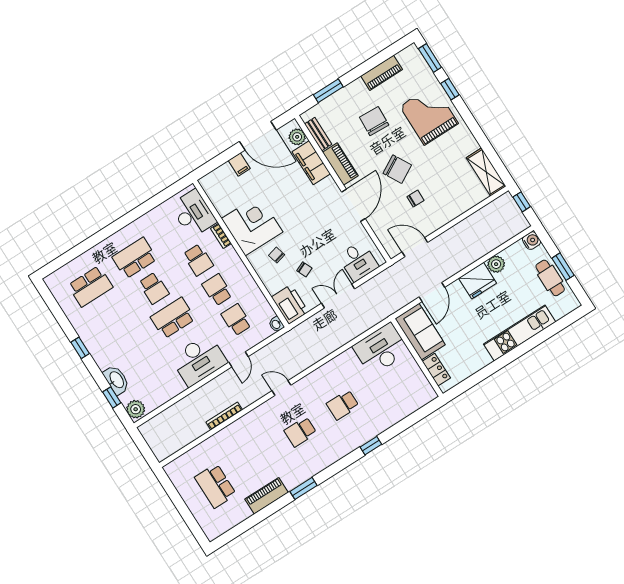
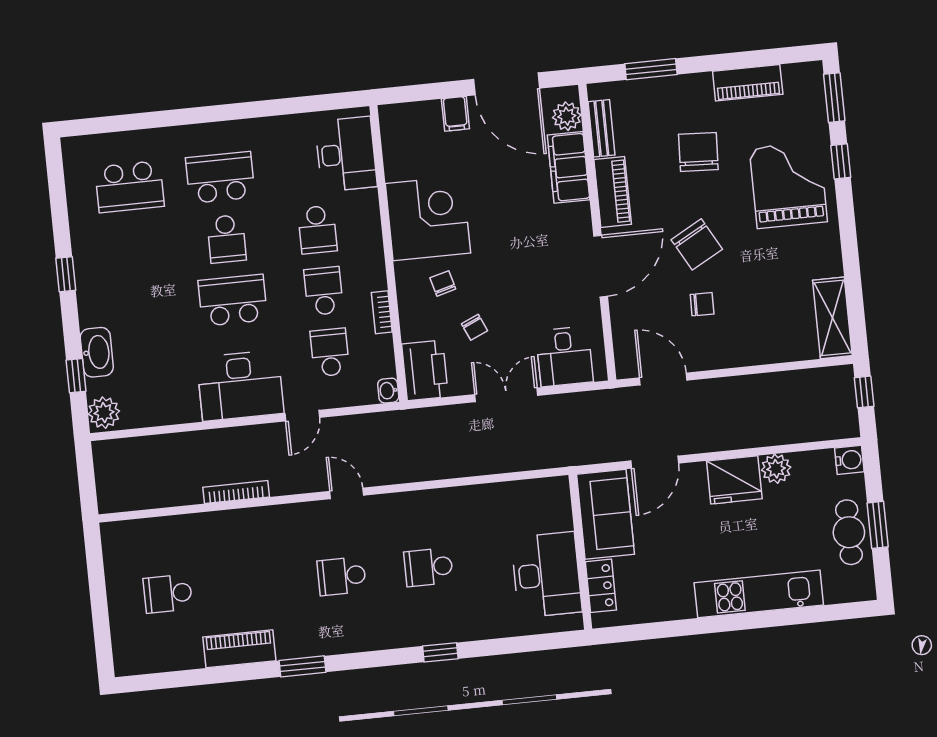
bookcase: (221, 236) -> (382, 312), moved
desk: (381, 349) -> (546, 575), moved, turned 90
school desk: (215, 486) -> (168, 594), width x0.54

